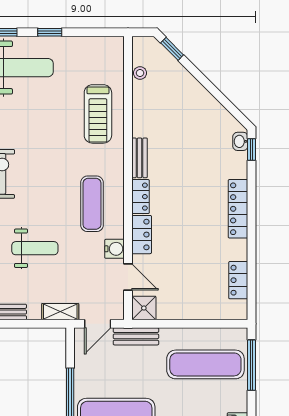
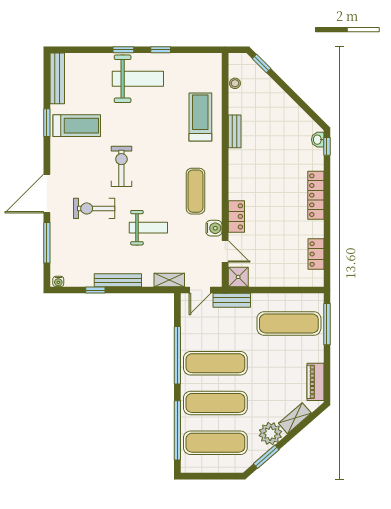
treadmill: (98, 114) -> (200, 117), turned 180
bench: (140, 158) -> (235, 131), moved
locker: (141, 197) -> (235, 185), removed

